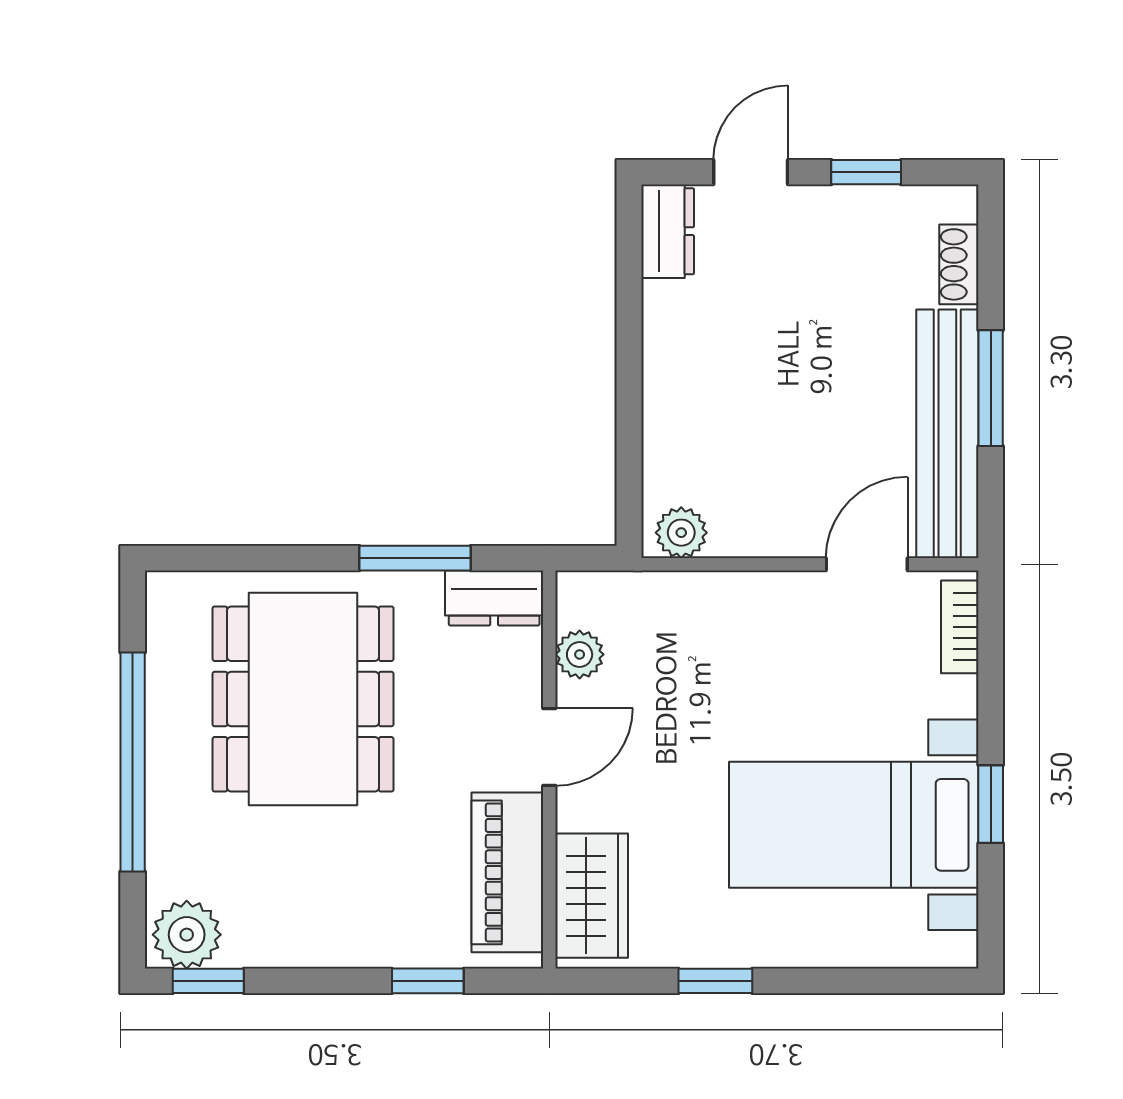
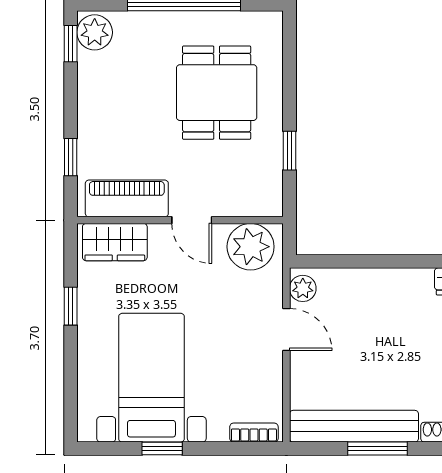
window: (415, 558) -> (290, 151), width x0.67
door: (867, 564) -> (286, 330), moved
dresser: (494, 598) -> (269, 192), removed
plant: (580, 654) -> (251, 247), width x1.87, depth x1.87
dining table: (303, 699) -> (217, 93), width x0.73

